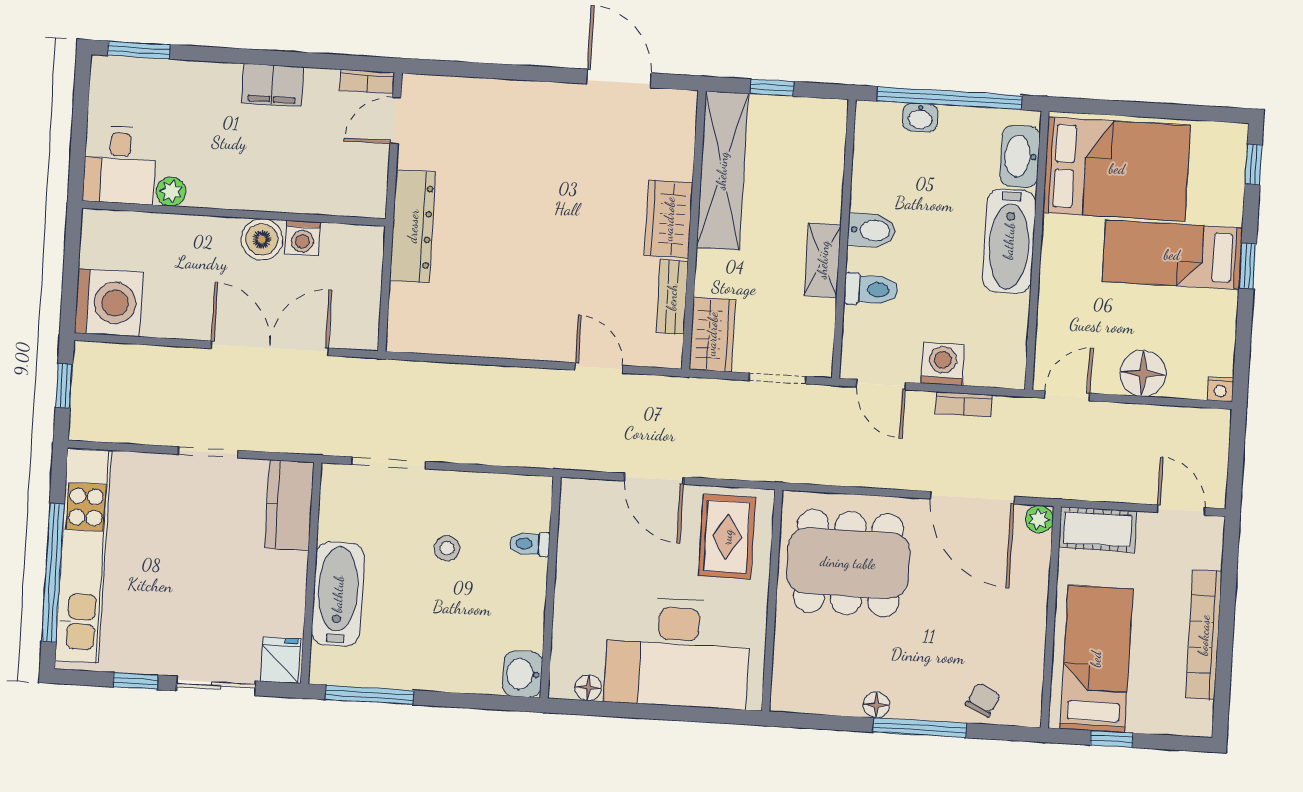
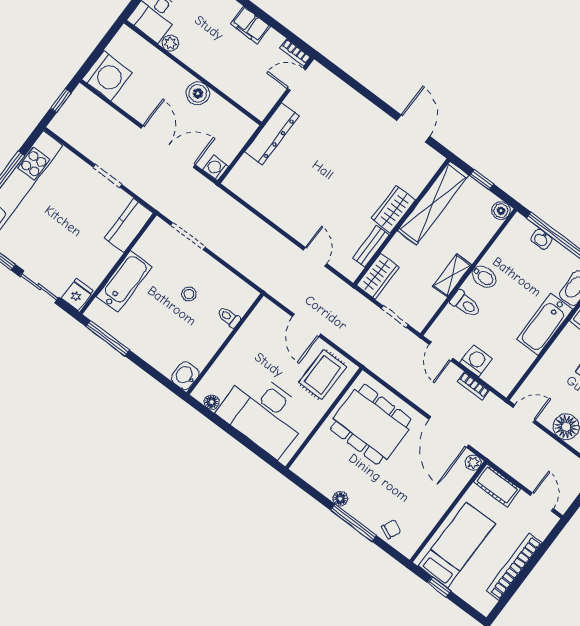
boiler: (831, 115) -> (501, 211), added
washing machine: (302, 238) -> (216, 168), moved, turned 90

